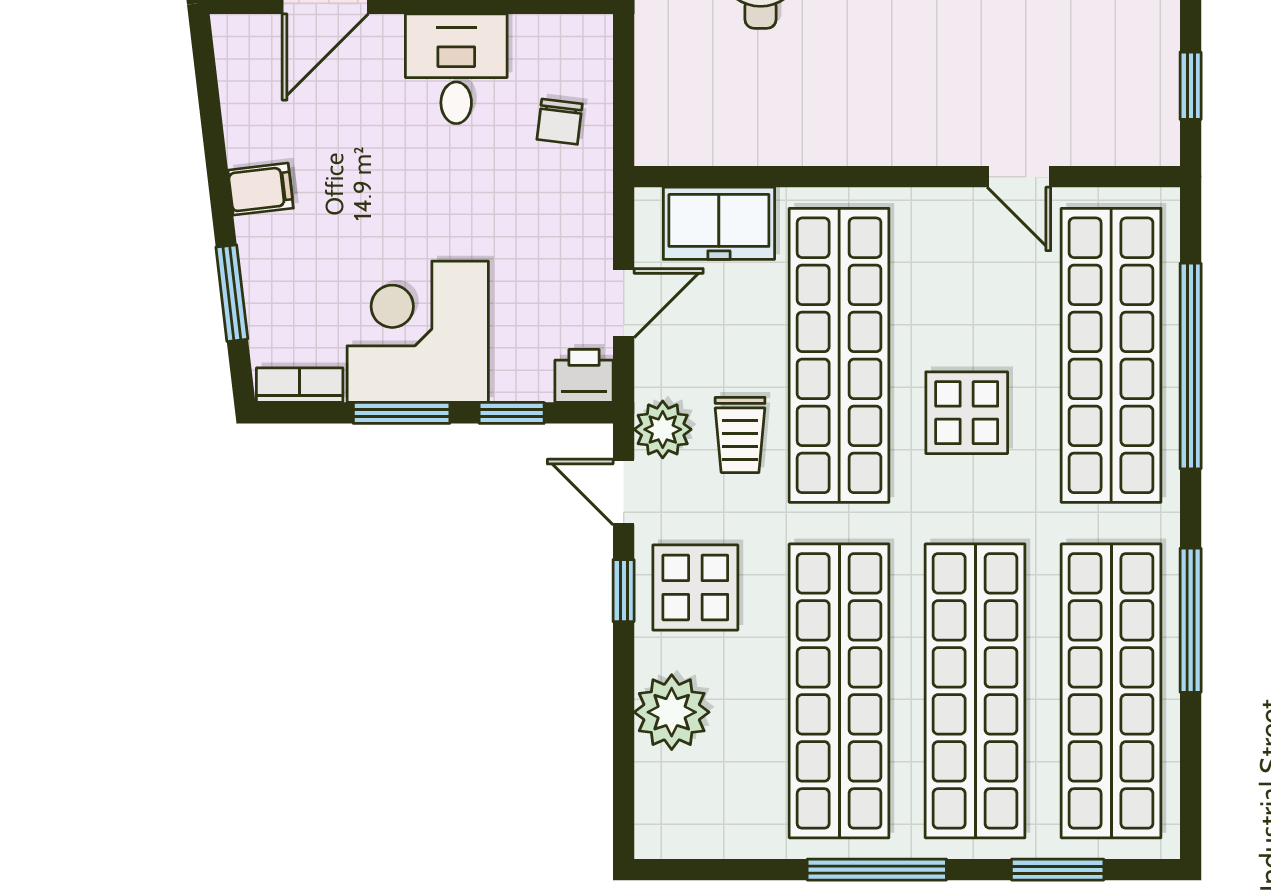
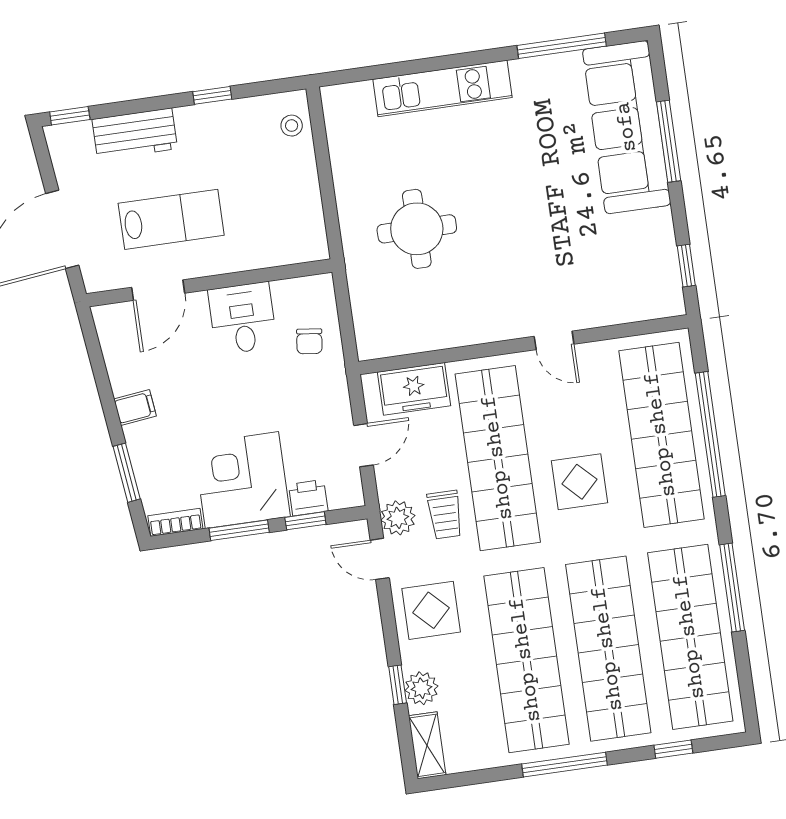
door: (1019, 177) -> (554, 340), moved
printer: (584, 376) -> (308, 498), moved
window: (624, 591) -> (398, 685), moved
plant: (672, 712) -> (421, 688), width x0.73, depth x0.73
shelving: (658, 806) -> (427, 745), added
window: (1058, 870) -> (673, 749), width x0.67

